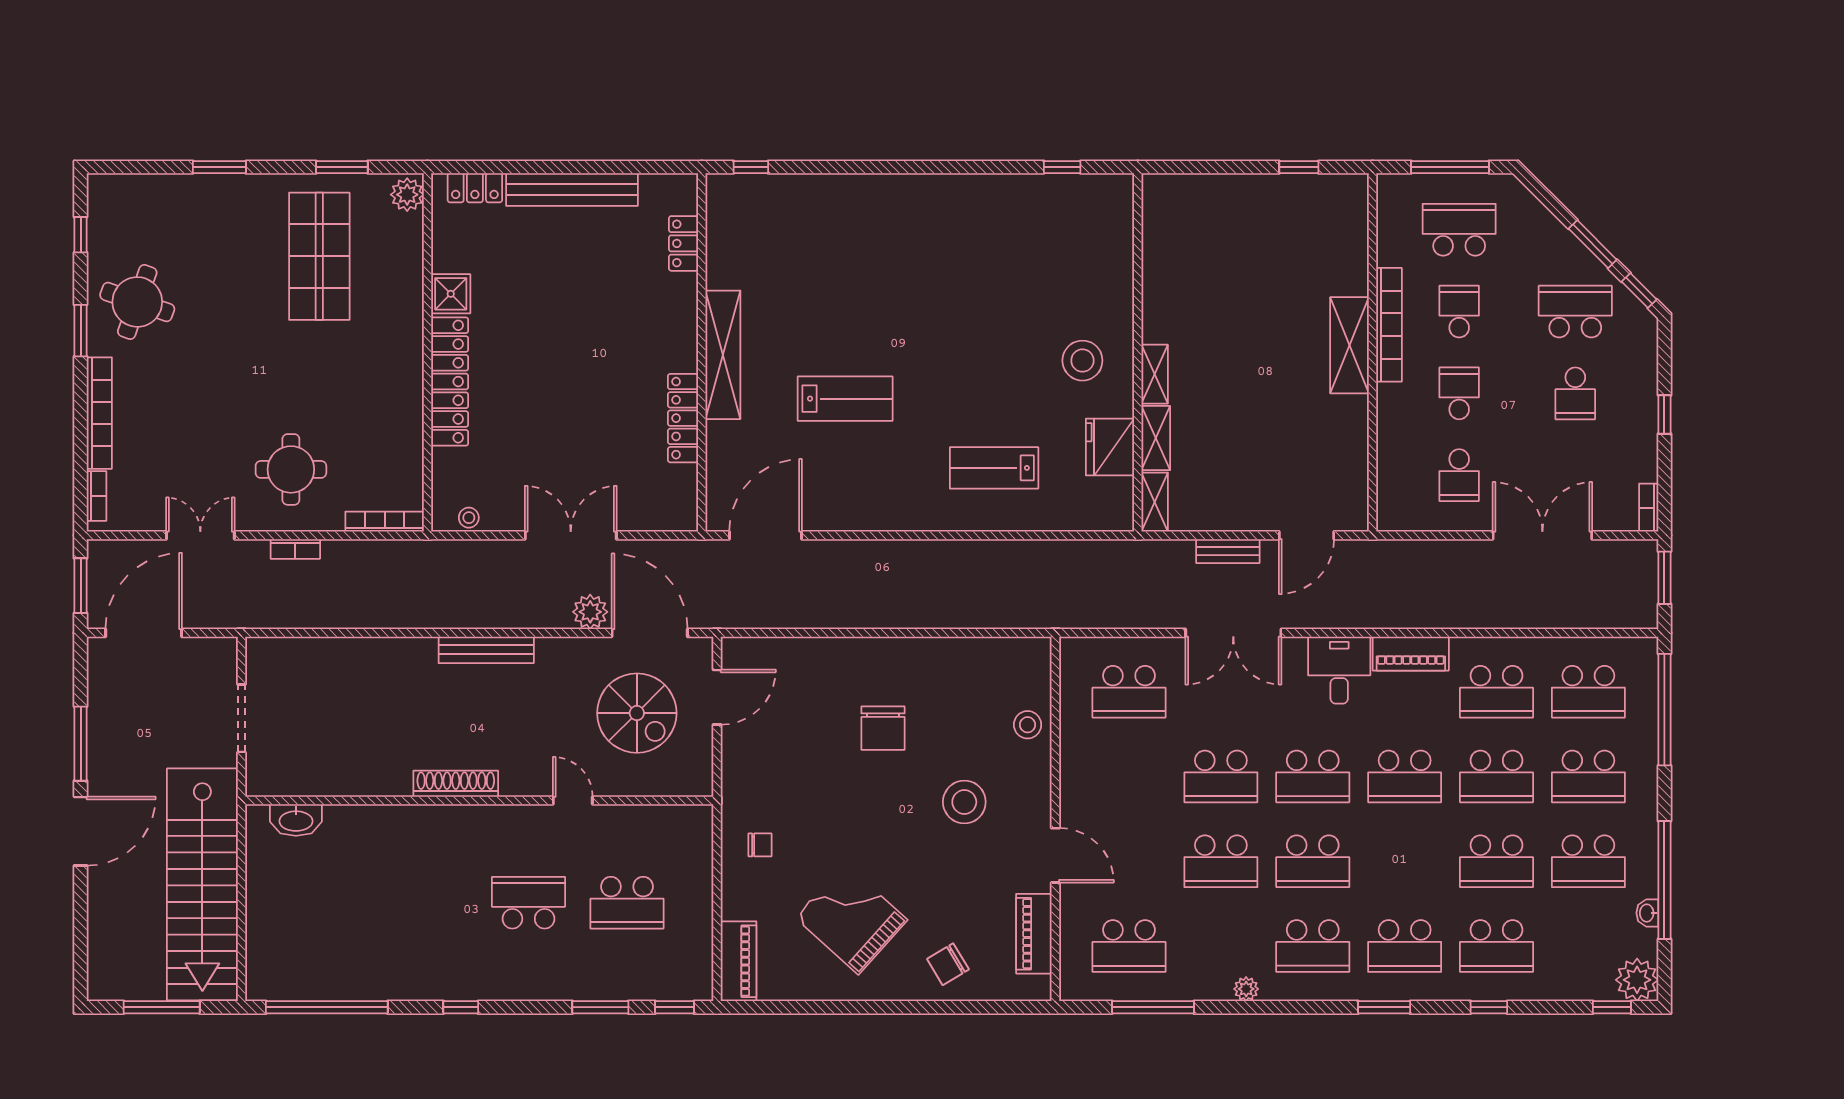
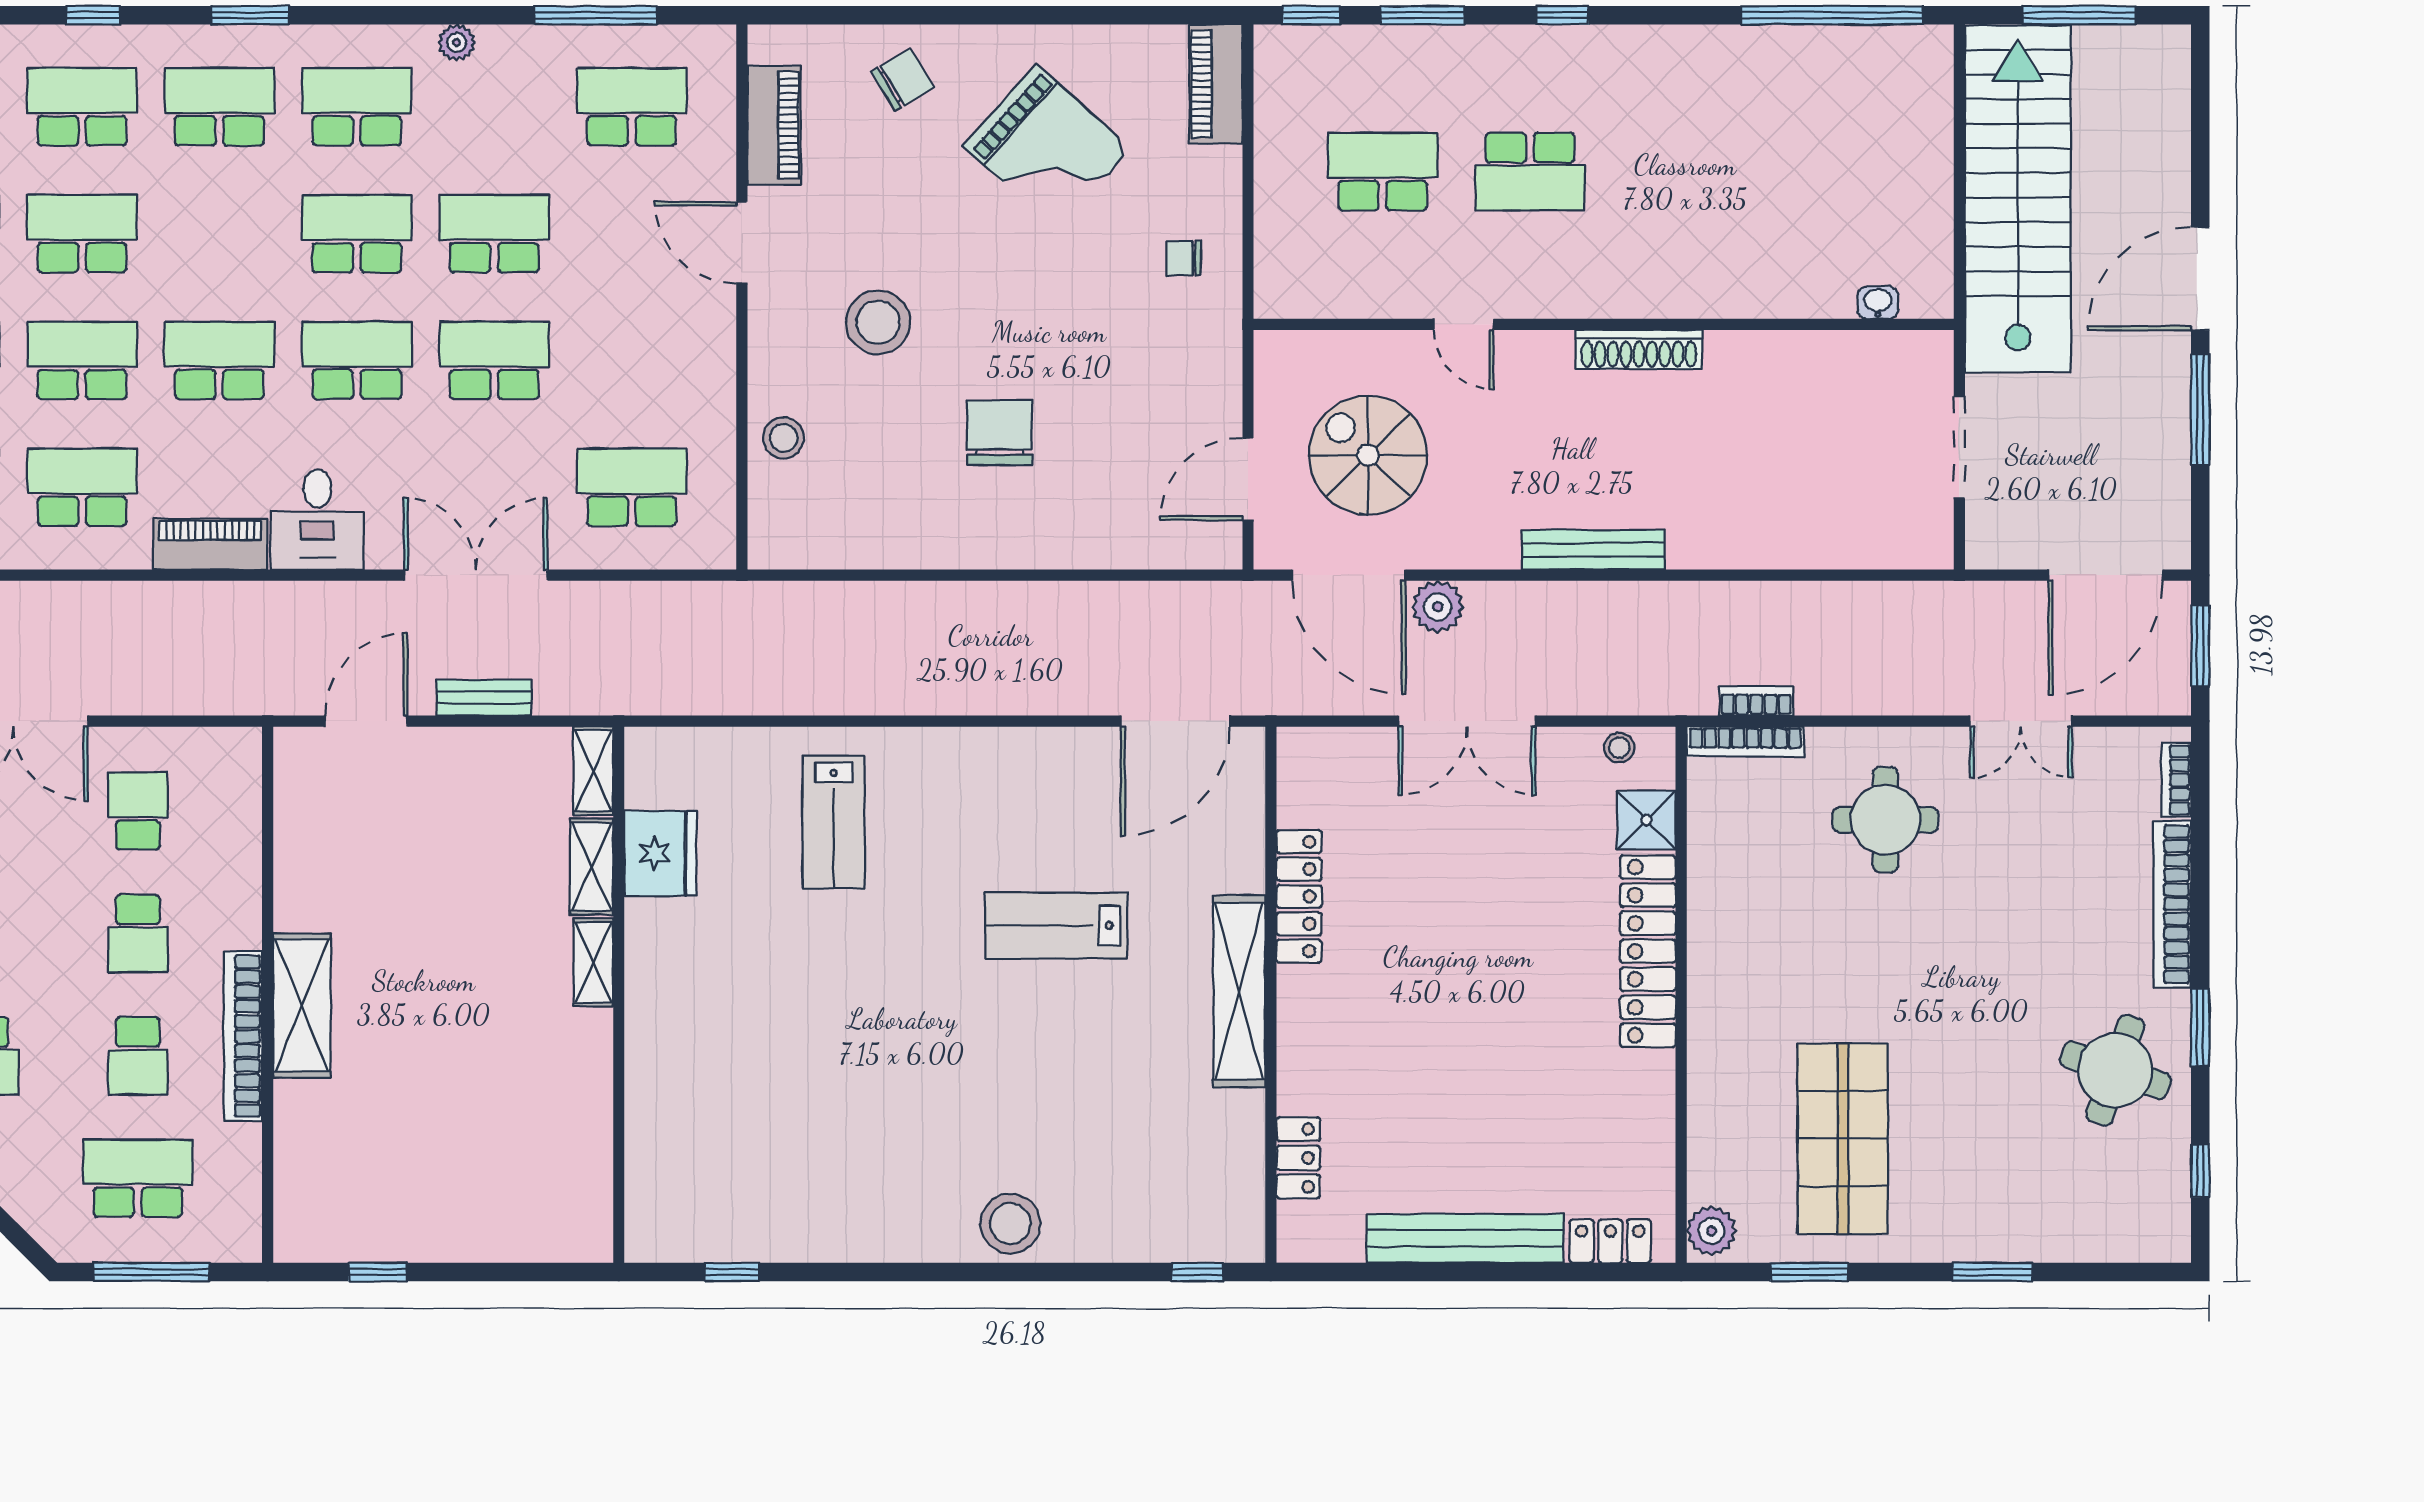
school desk: (1459, 230) -> (138, 1178), turned 180
shower: (451, 294) -> (1646, 820), moved
stool: (1082, 361) -> (1010, 1224), moved
lab bench: (994, 468) -> (834, 822), turned 90
bookcase: (295, 549) -> (1756, 701), moved
washbasin: (296, 820) -> (1878, 303), width x0.52, depth x0.69
window: (461, 1007) -> (1562, 15), moved

